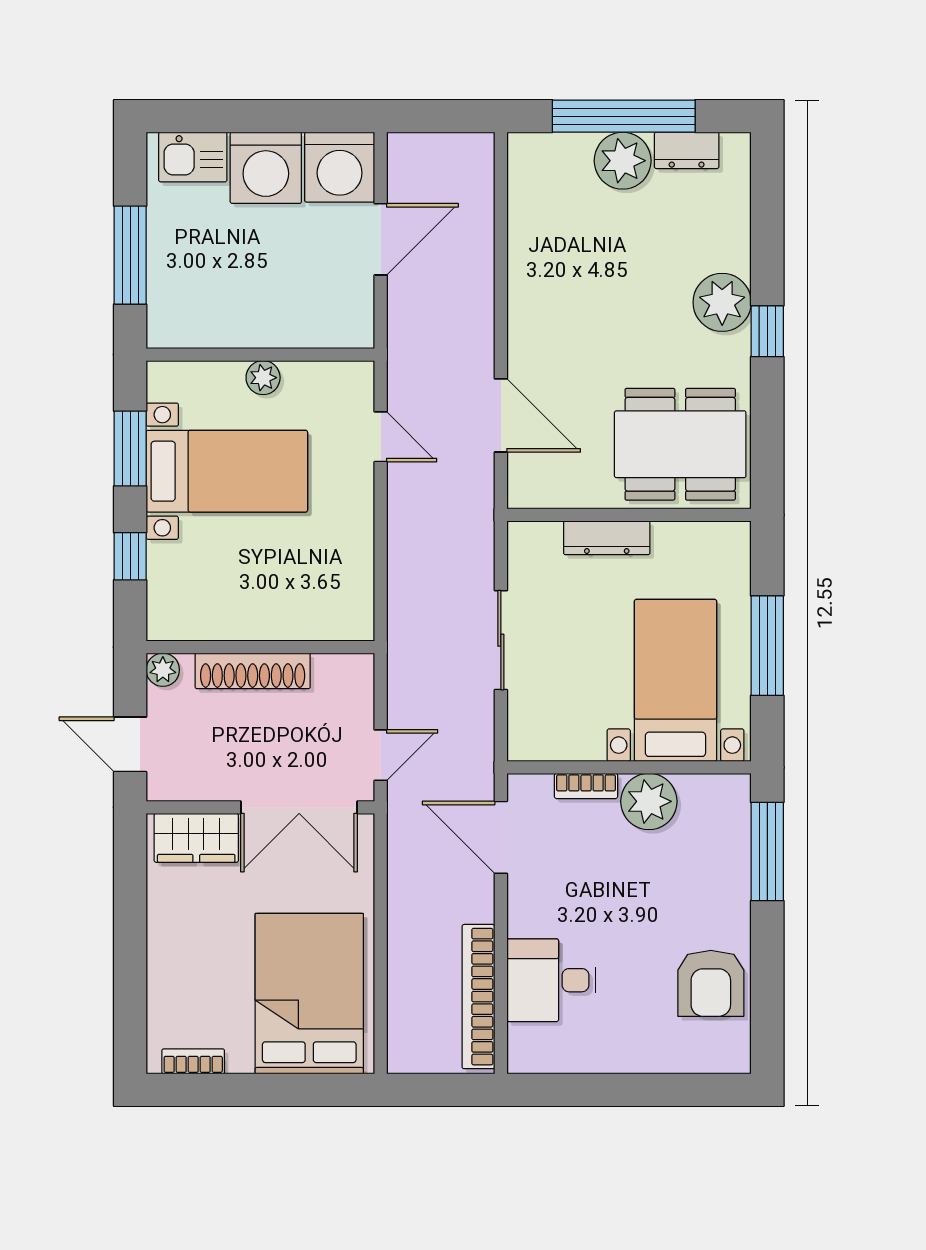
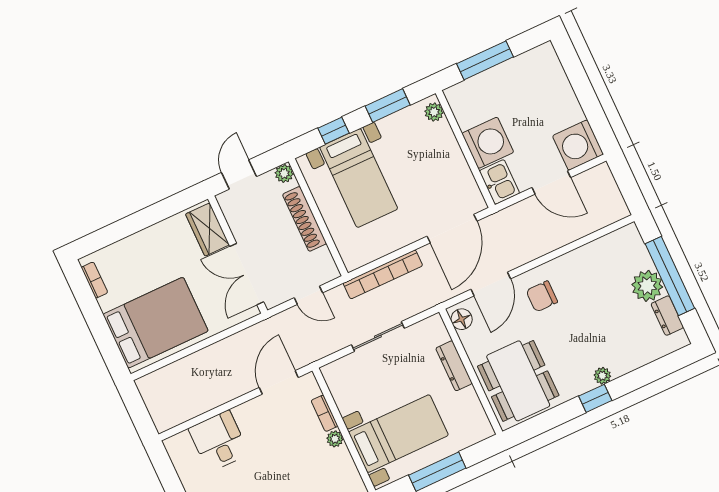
kitchen sink: (193, 157) -> (499, 182), moved, turned 180
washing machine: (266, 168) -> (488, 143), moved, turned 180
plant: (722, 302) -> (602, 376), width x0.53, depth x0.53
chair: (560, 341) -> (542, 296), added
plant: (263, 378) -> (434, 112), moved
door: (381, 437) -> (452, 229), width x1.87
bed with nightstands: (227, 471) -> (359, 178), moved
floor lamp: (536, 490) -> (462, 319), added
door: (381, 755) -> (308, 295), moved
plant: (649, 801) -> (335, 439), width x0.53, depth x0.53
bookcase: (478, 997) -> (383, 274), moved, turned 180

